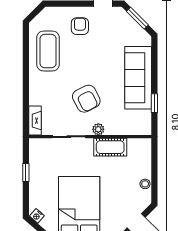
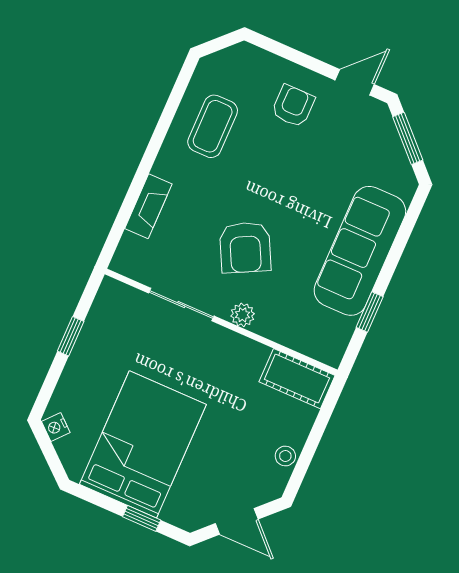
coffee table: (48, 51) -> (213, 126), width x0.73, depth x0.76
fireplace: (35, 121) -> (148, 206), moved
cot: (110, 147) -> (297, 379), moved

